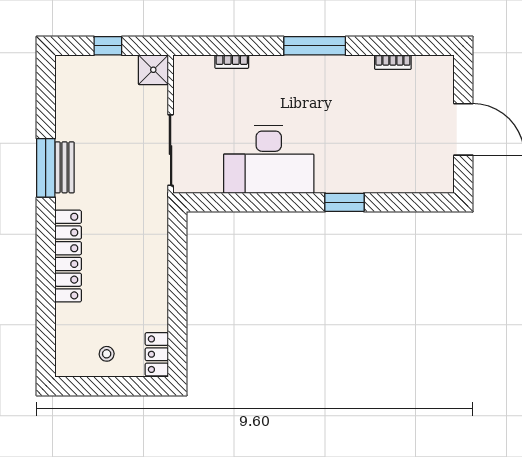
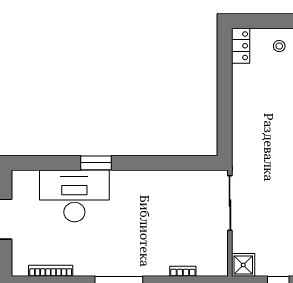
bookcase: (393, 62) -> (51, 271), width x1.56
desk: (269, 159) -> (74, 196), moved

